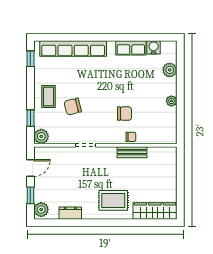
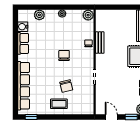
chair: (125, 114) -> (64, 55), moved
window: (30, 118) -> (75, 117), removed
plant: (41, 136) -> (88, 15), moved

